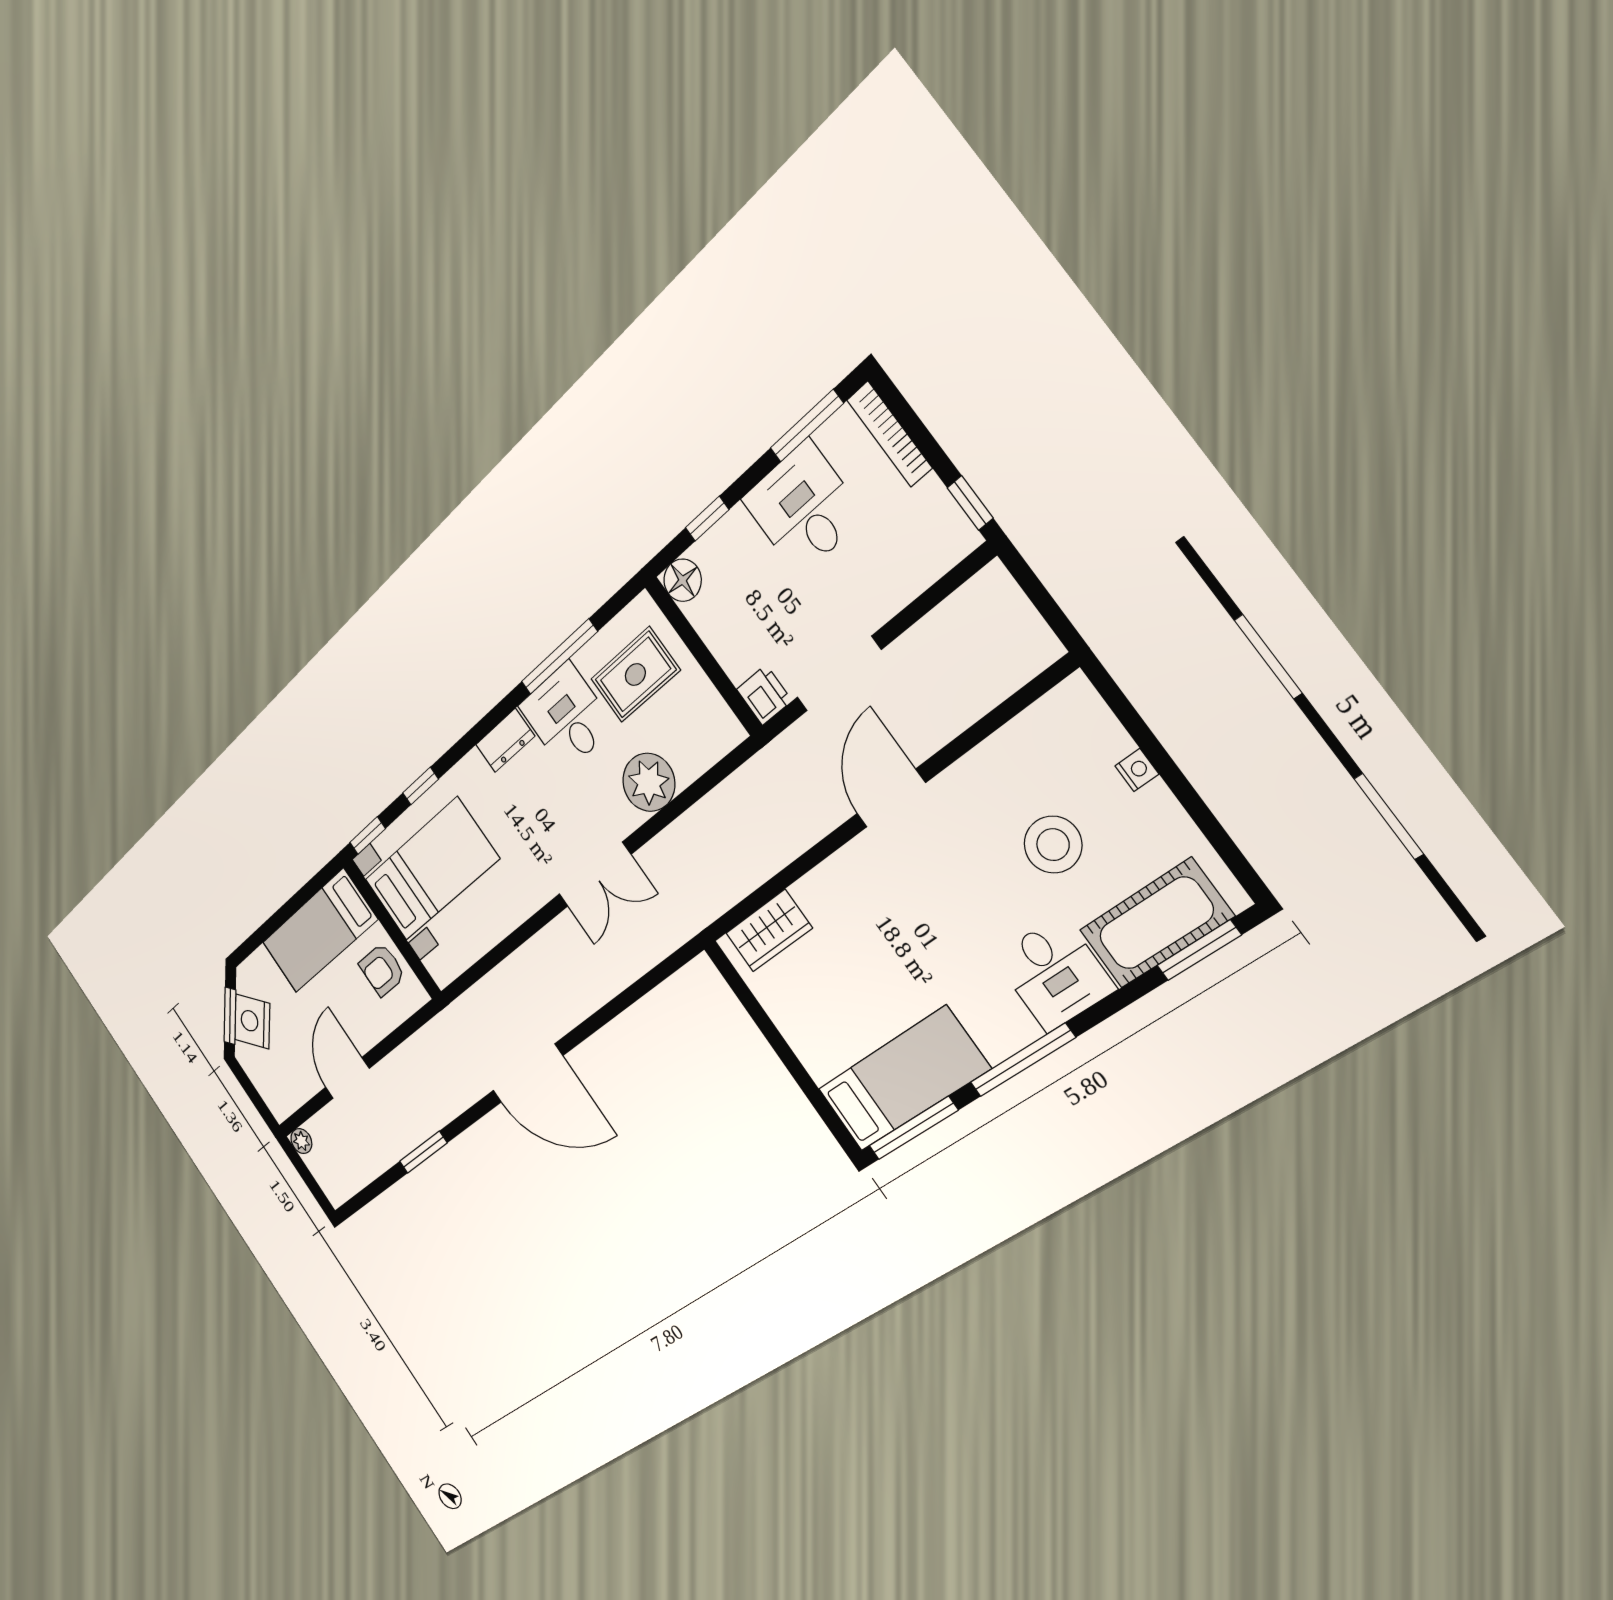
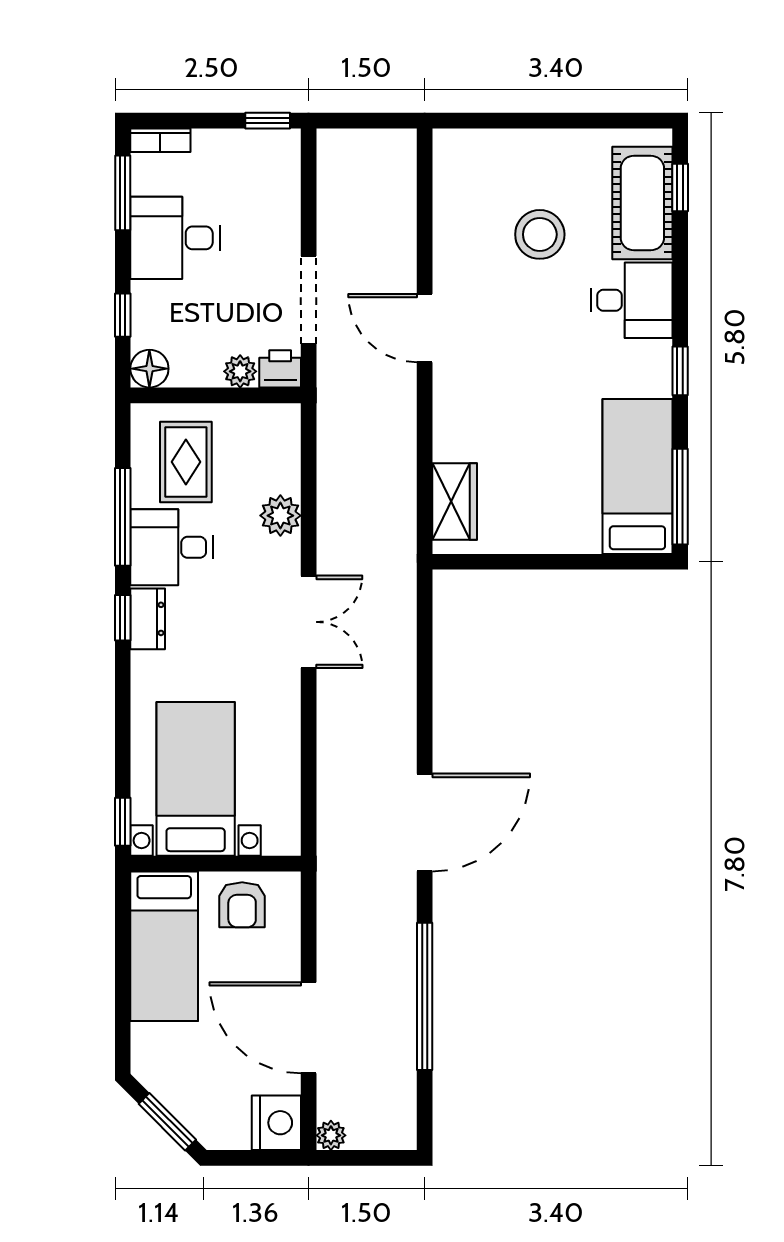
bookcase: (889, 434) -> (160, 140), width x0.64
plant: (737, 661) -> (240, 371), added
nightstand: (1137, 770) -> (529, 141), removed
plant: (649, 782) -> (280, 516), width x0.73, depth x0.73
window: (421, 786) -> (123, 618), moved
window: (1199, 950) -> (680, 187), width x0.67
nightstand: (252, 1021) -> (276, 1123), moved, turned -135
window: (1022, 1060) -> (680, 371), width x0.46
door: (347, 1078) -> (309, 1028), width x1.36
window: (423, 1152) -> (425, 996), width x2.11

